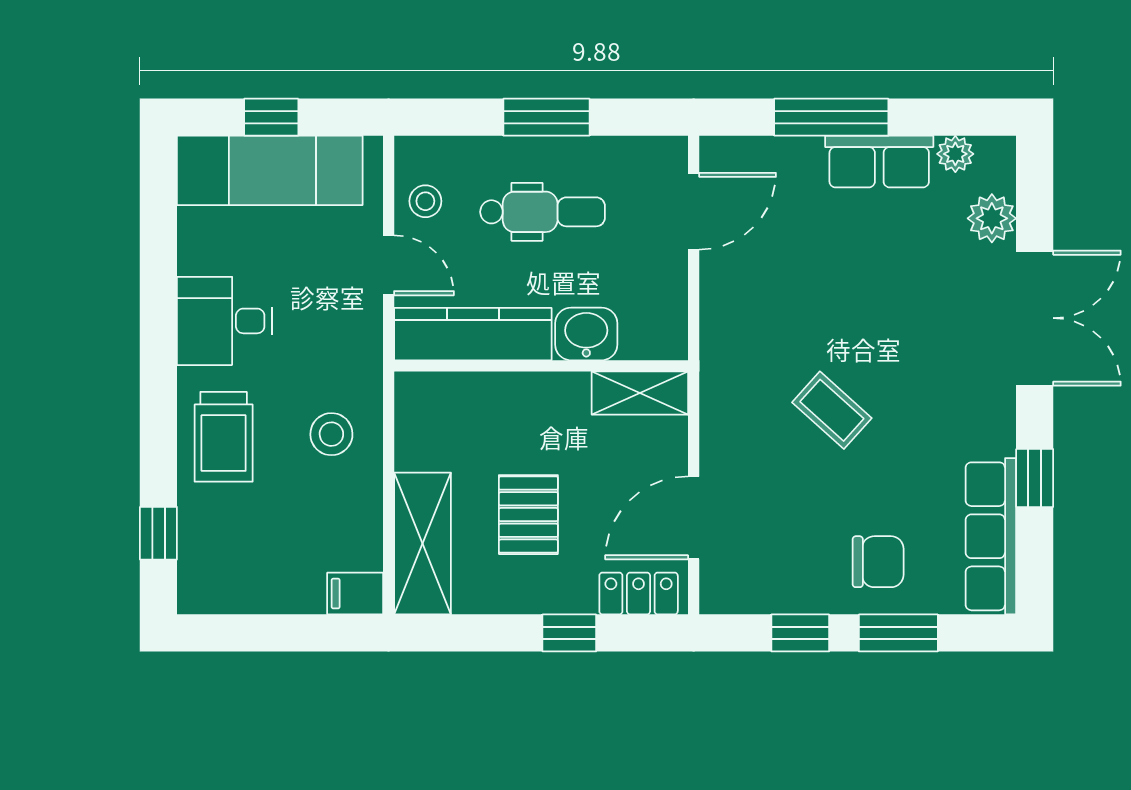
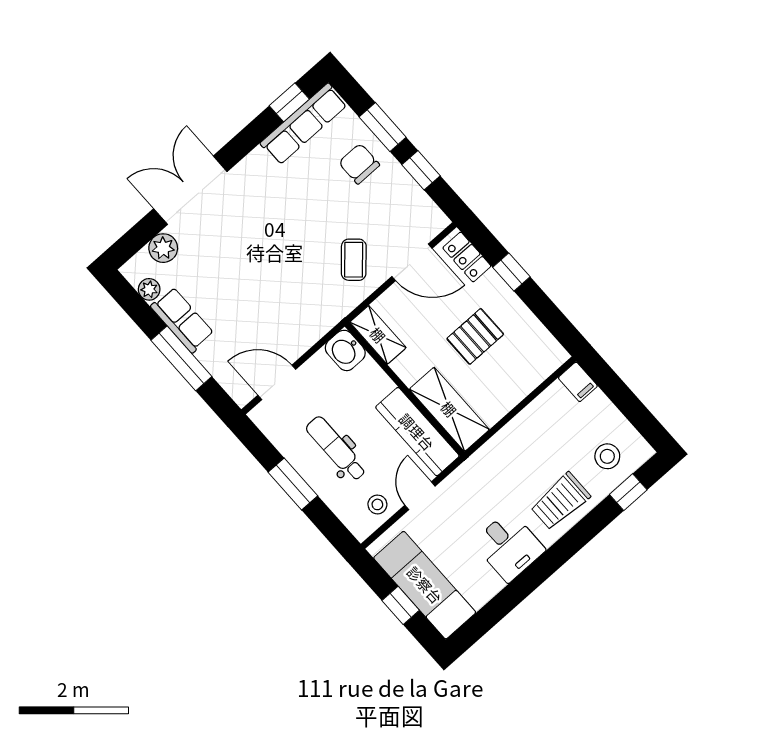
washbasin: (586, 334) -> (345, 350), moved
coffee table: (832, 410) -> (354, 260), moved
stool: (331, 434) -> (607, 456), moved
trolley: (224, 437) -> (560, 501), turned 180
window: (1035, 478) -> (289, 102), moved
shelving: (423, 543) -> (449, 409), moved, turned 90

